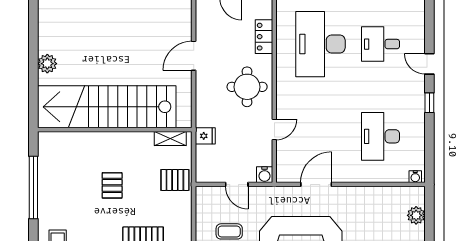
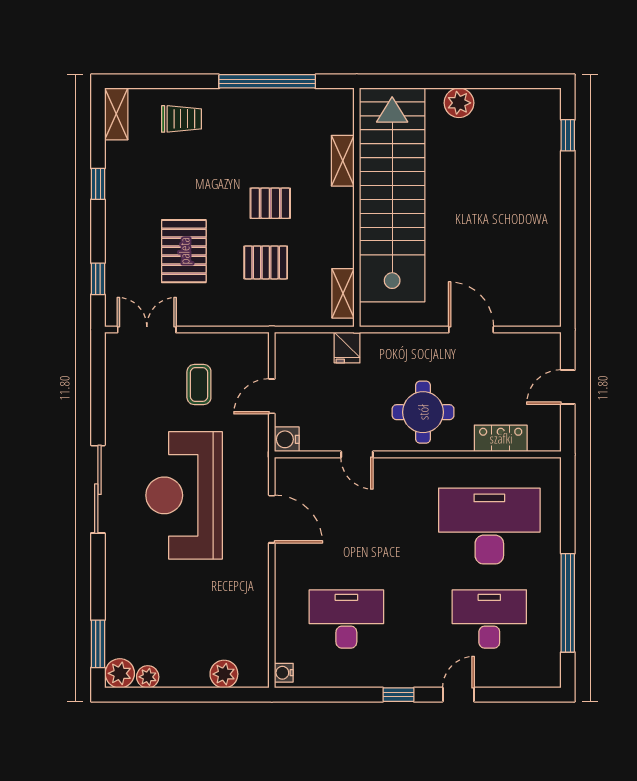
desk: (381, 44) -> (489, 619), width x1.37
shelving: (85, 139) -> (343, 161), added
pallet: (175, 180) -> (266, 262), moved, turned 90

